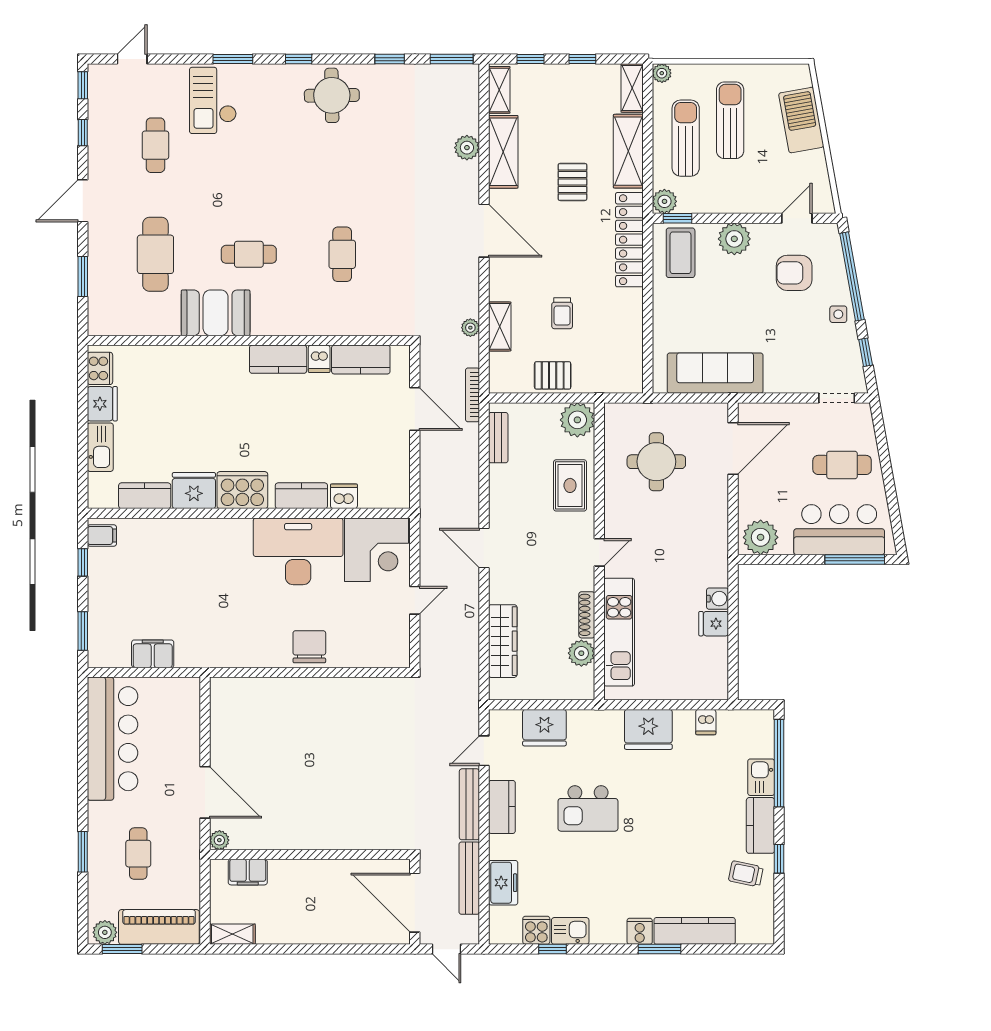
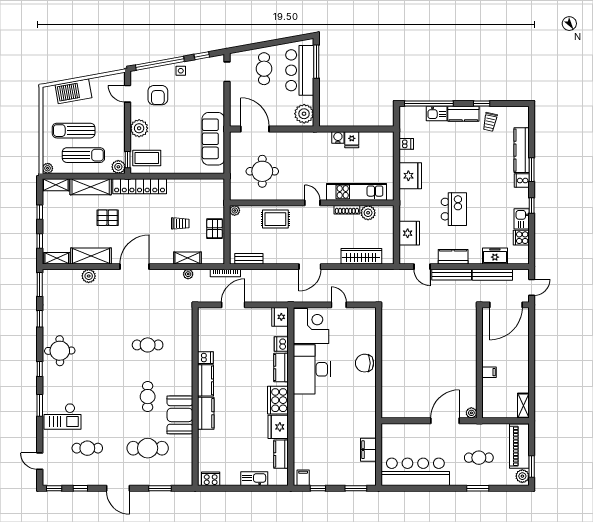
sun lounger: (686, 138) -> (83, 155), turned 180
kitchen counter: (361, 360) -> (206, 413), moved
fridge: (102, 404) -> (280, 317), moved, turned -90
plant: (577, 420) -> (235, 210), width x0.53, depth x0.53
filing cabinet: (248, 872) -> (489, 372), moved, width x0.50
window: (552, 949) -> (532, 205), moved

